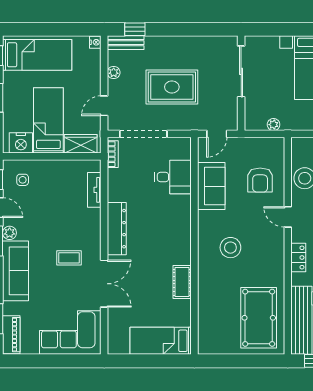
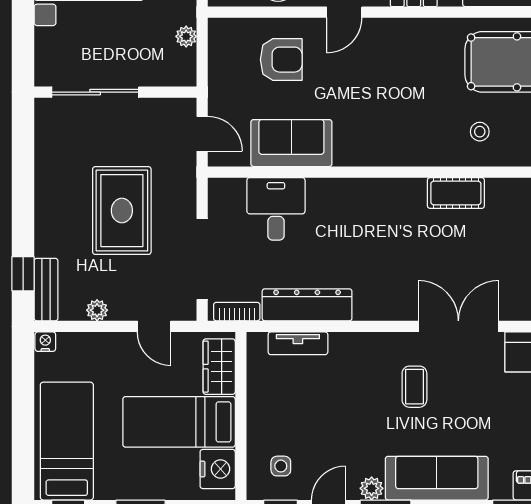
dresser: (117, 229) -> (307, 305), moved
stool: (230, 248) -> (480, 132), moved, width x0.53, depth x0.53

